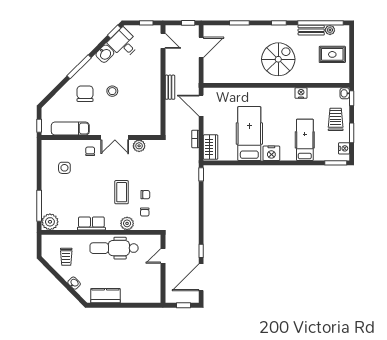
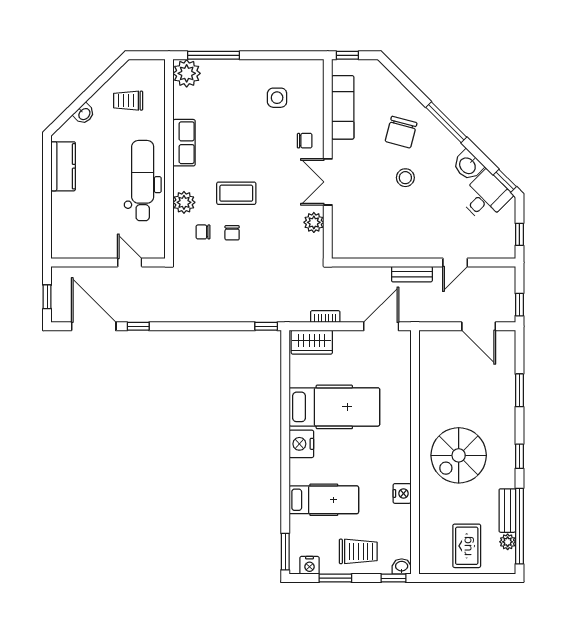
door: (163, 41) -> (455, 262), moved
spiral stairs: (278, 59) -> (459, 455), turned 90
chair: (85, 94) -> (401, 132), turned 105

